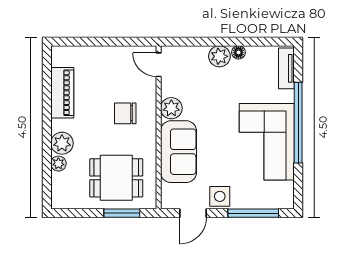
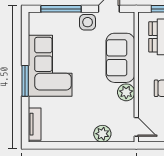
floor lamp: (238, 52) -> (73, 137), removed
plant: (219, 56) -> (102, 134), moved
window: (298, 123) -> (25, 81), width x0.47

